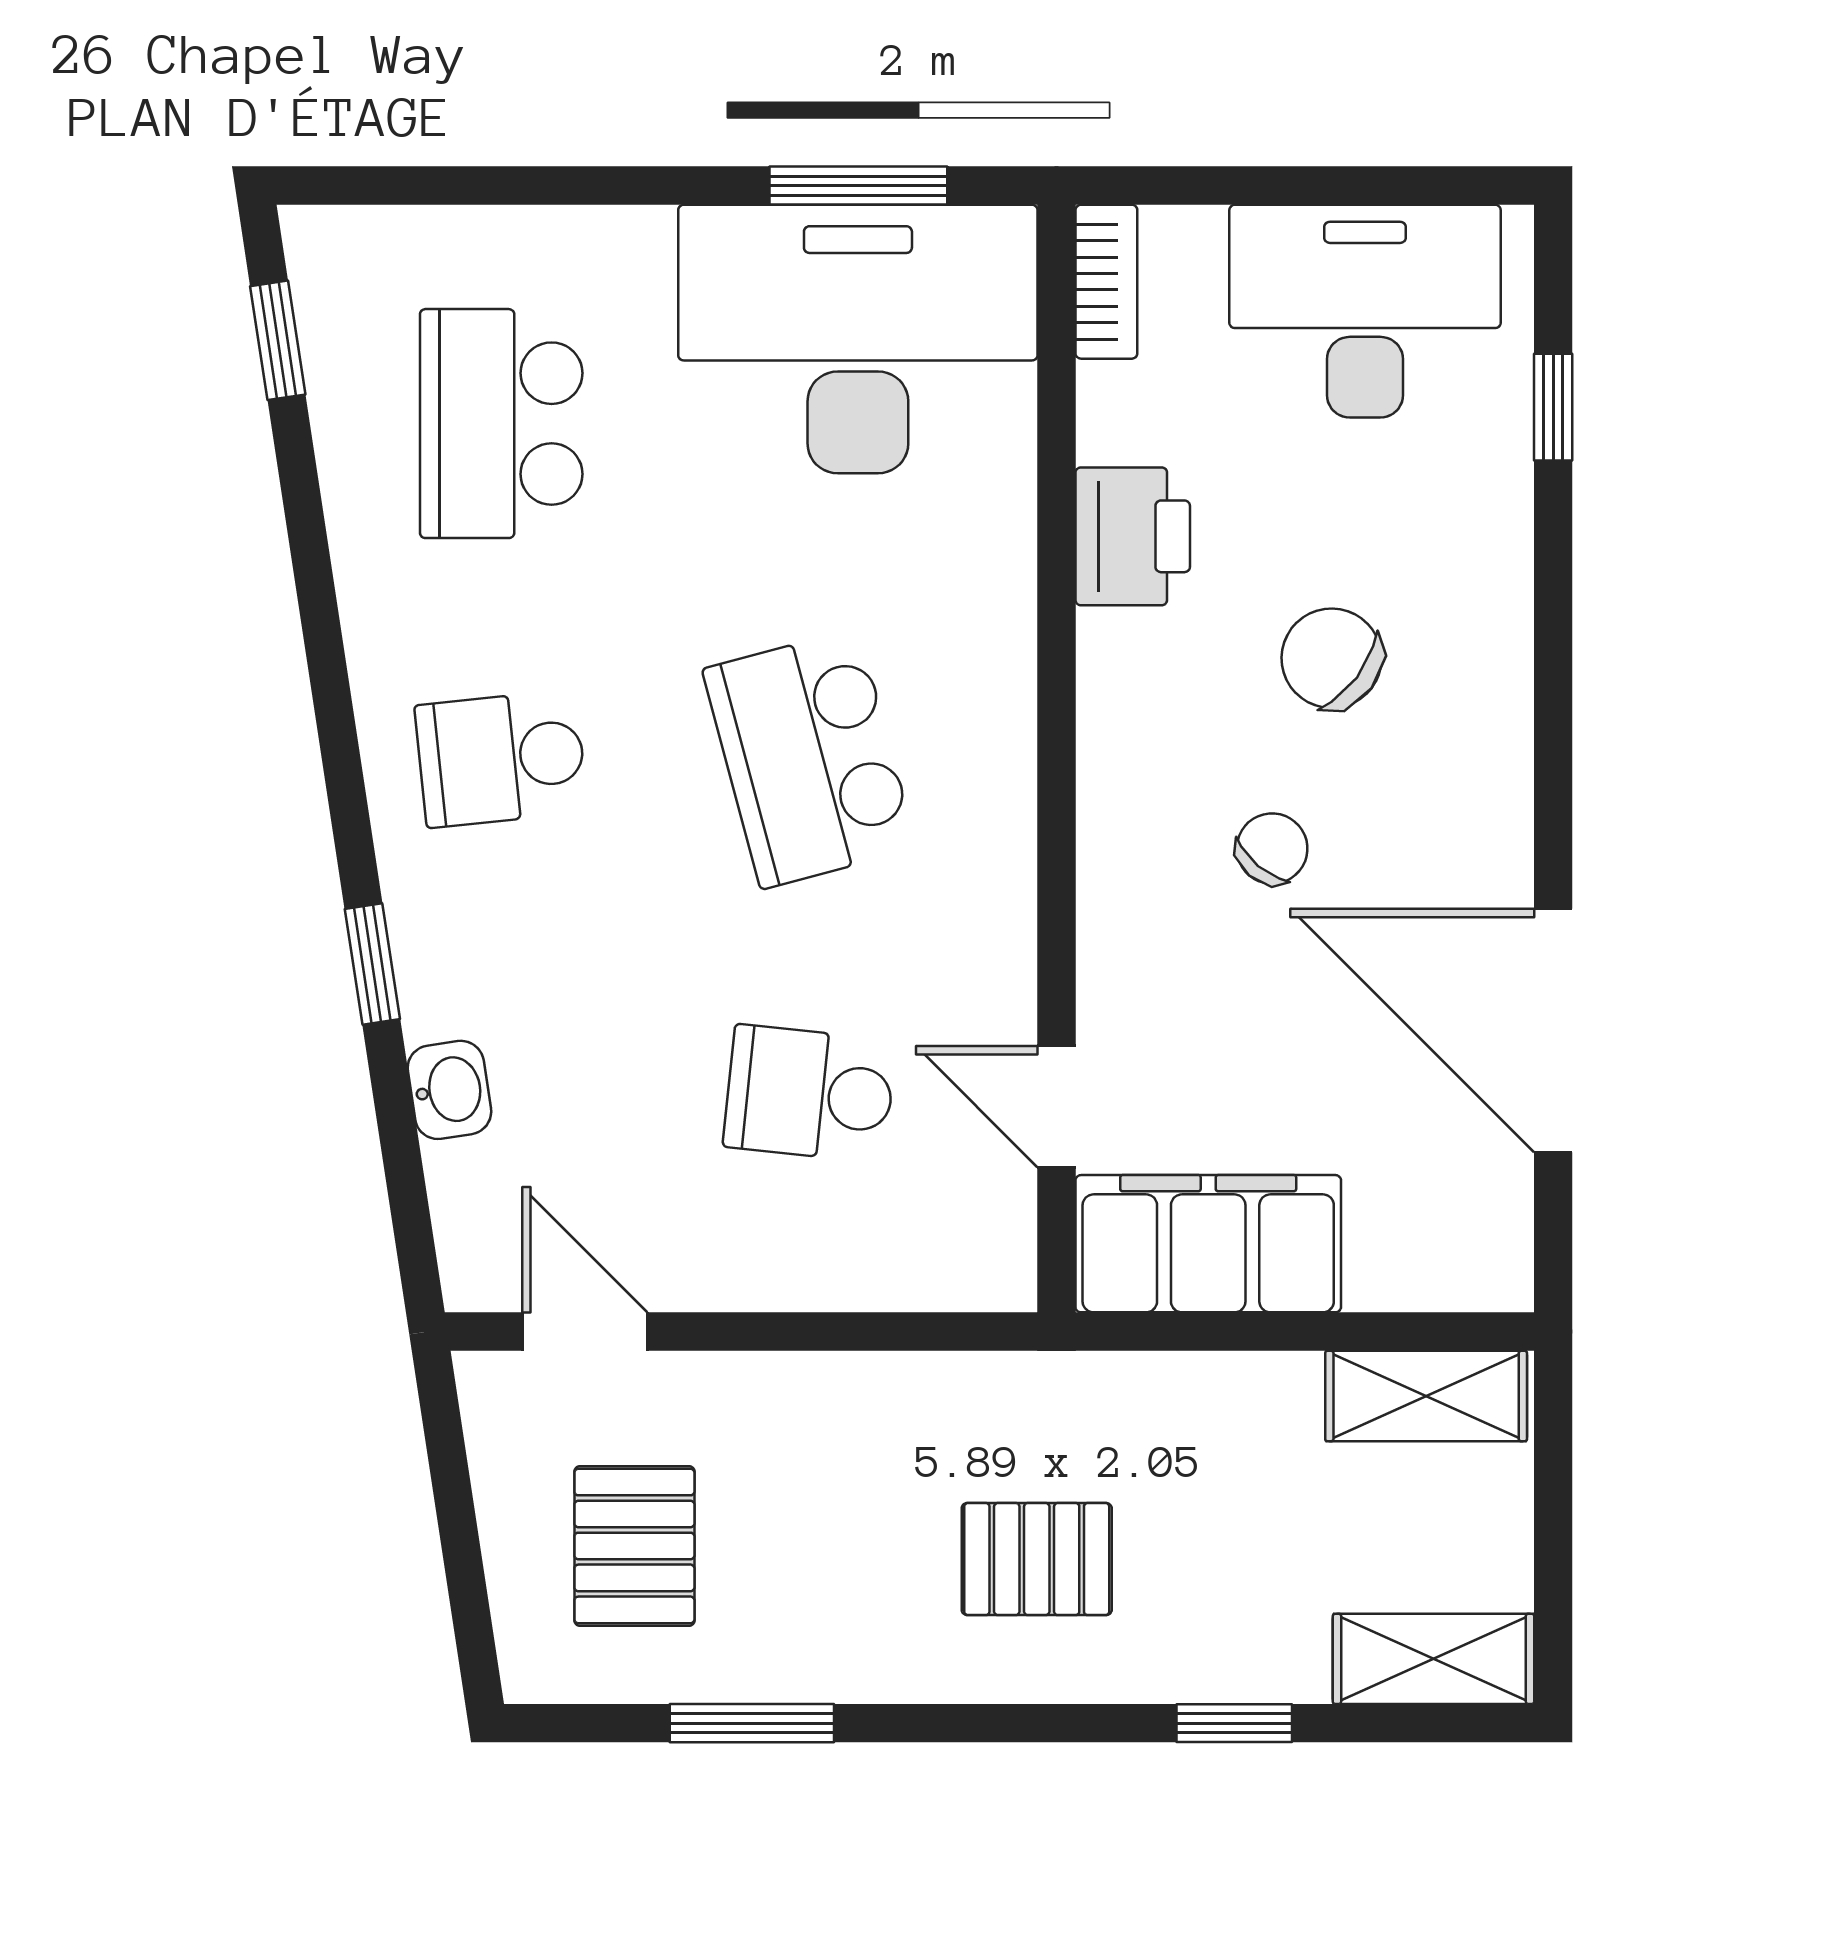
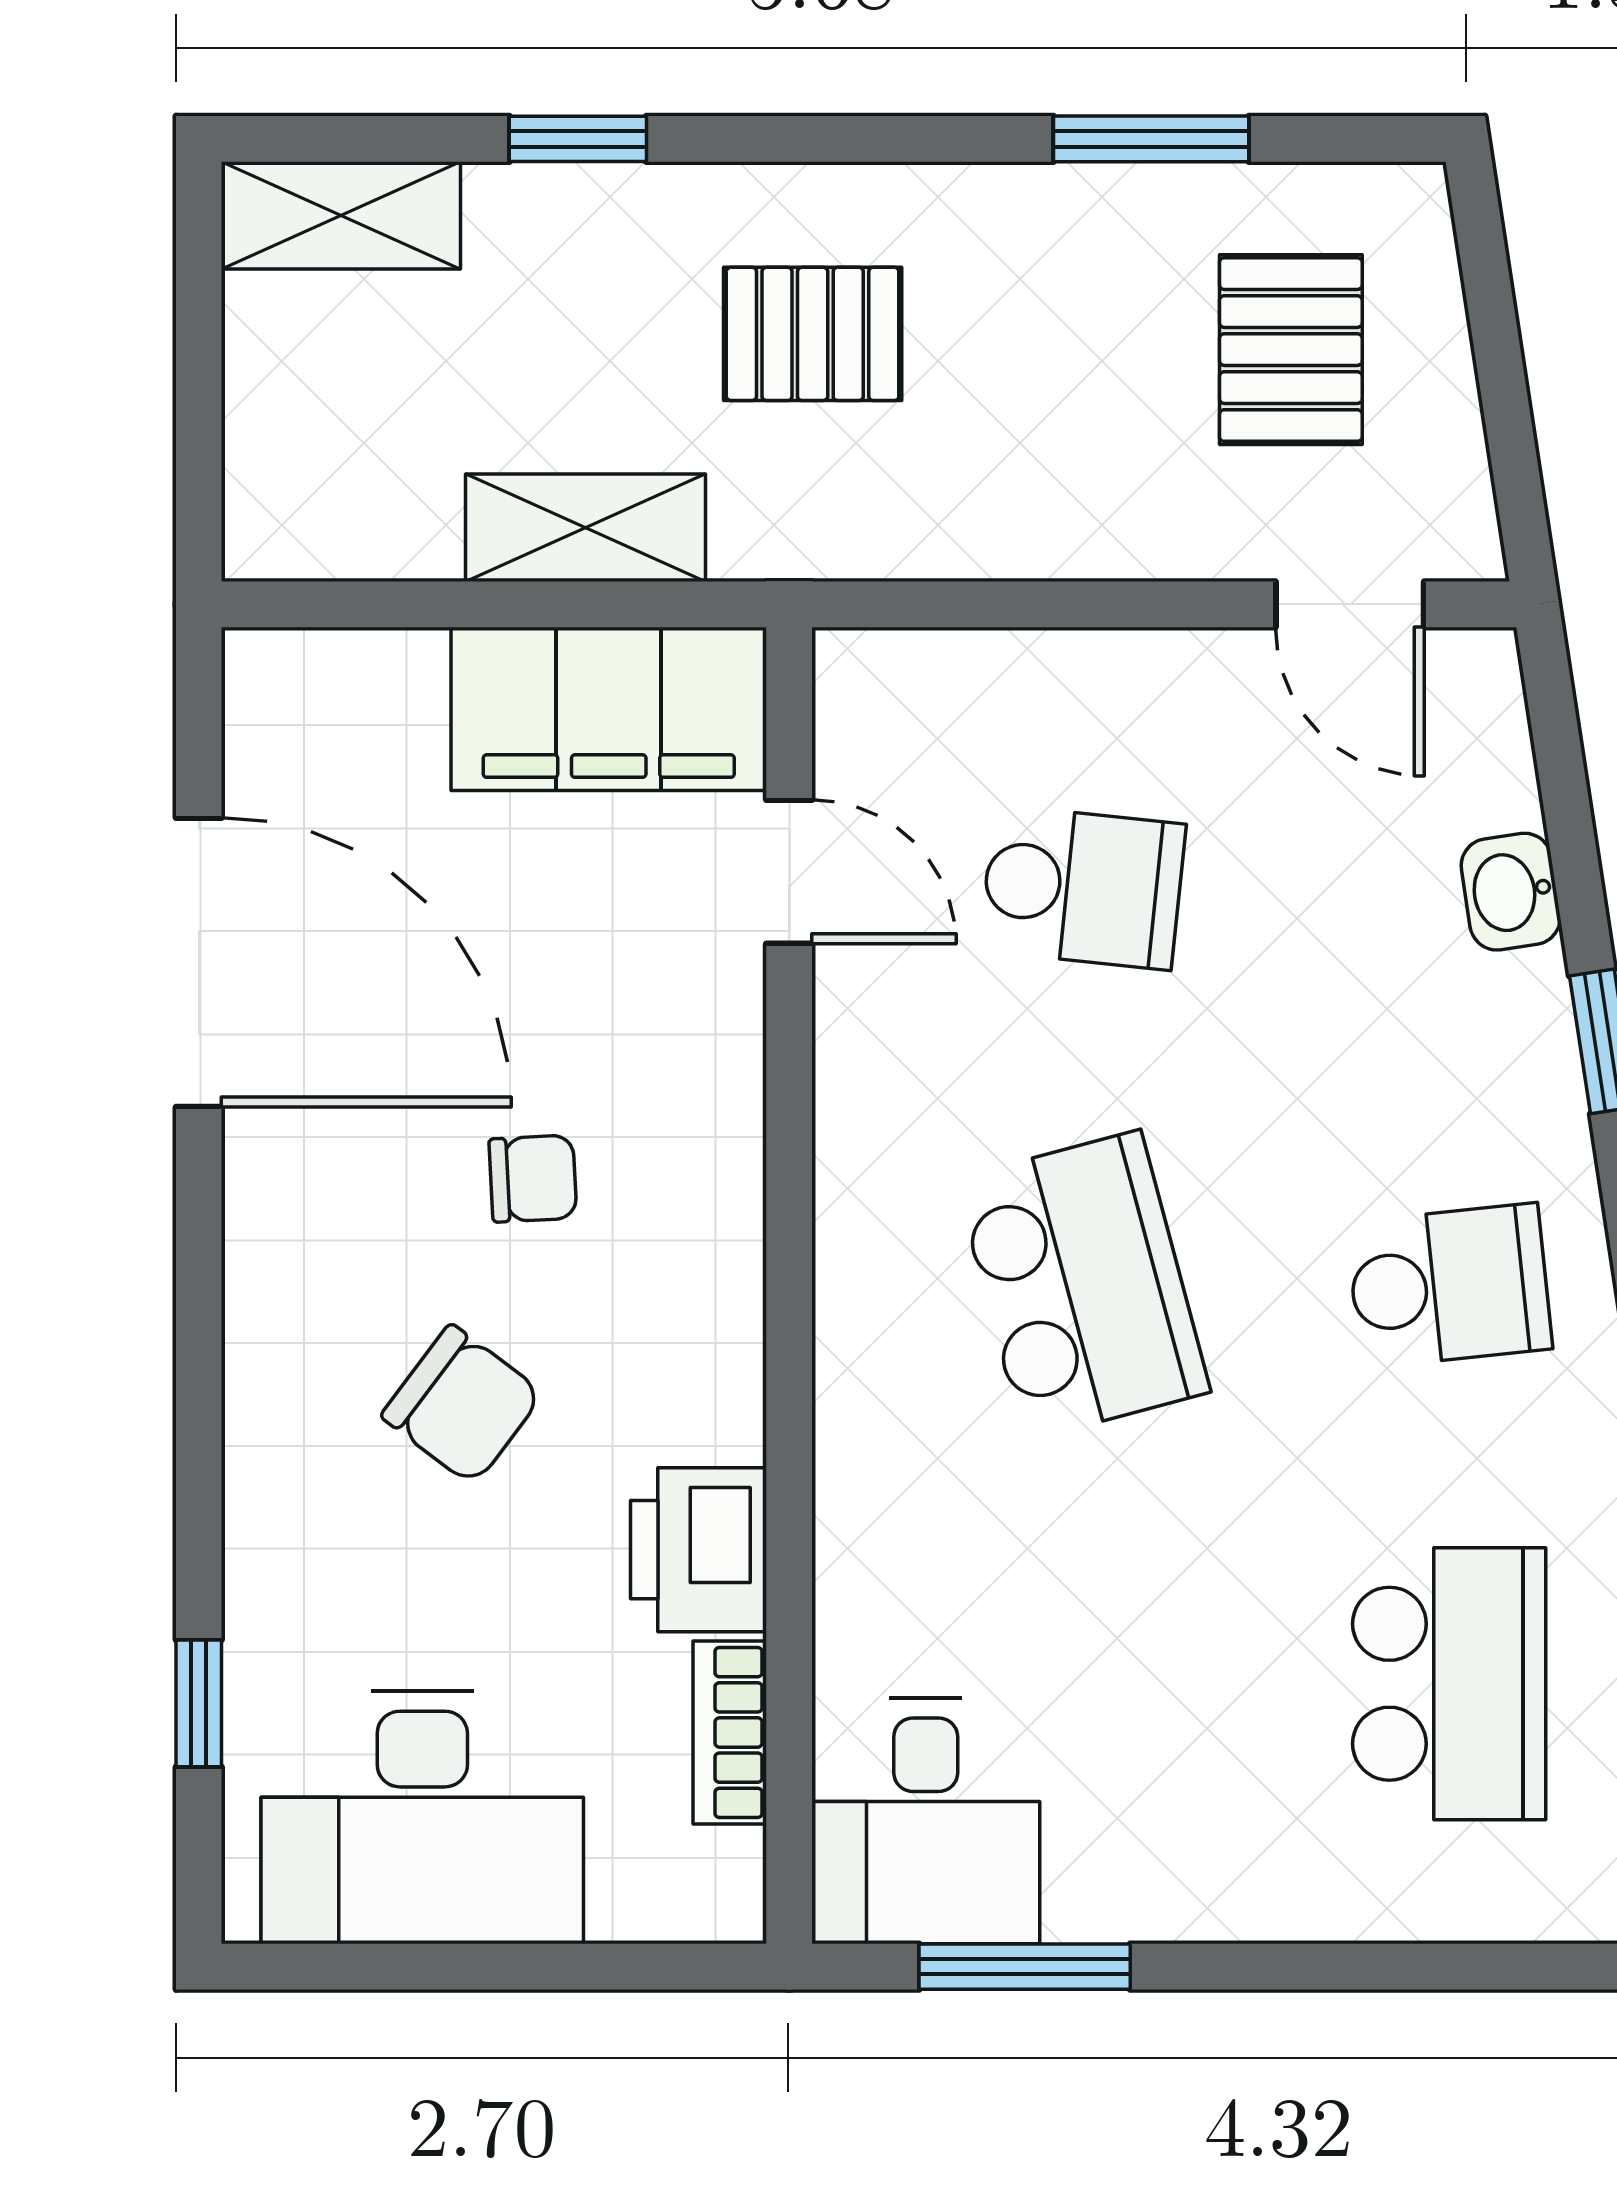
bookcase: (1106, 282) -> (730, 1732), moved
desk: (858, 339) -> (926, 1821), width x0.53, depth x0.77
chair: (1272, 849) -> (533, 1179), turned -133
shelving: (1426, 1396) -> (585, 528), moved

